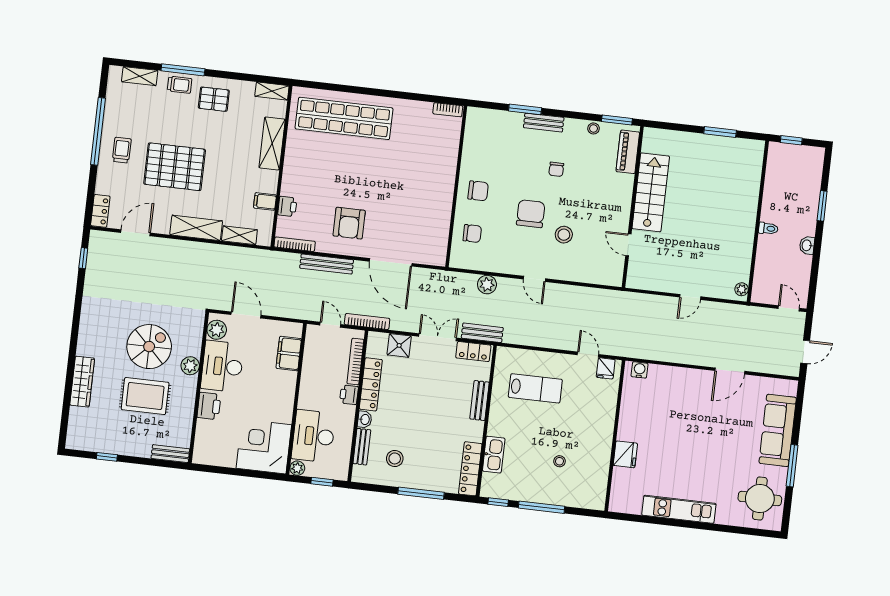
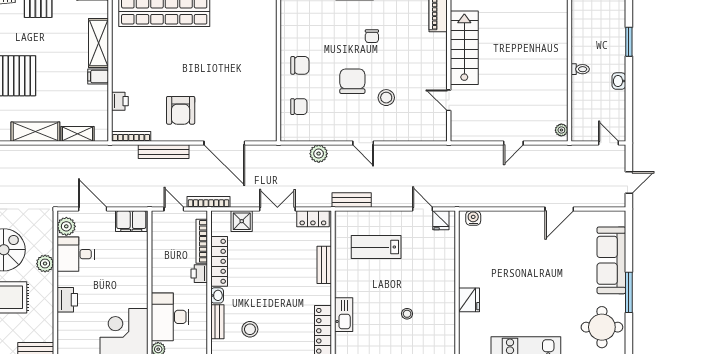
filing cabinet: (265, 201) -> (98, 77), moved
bench: (482, 333) -> (352, 200), moved
filing cabinet: (289, 354) -> (131, 221), moved, turned -90
desk: (222, 366) -> (76, 254), width x0.73
lab bench: (535, 388) -> (376, 247), turned 180

